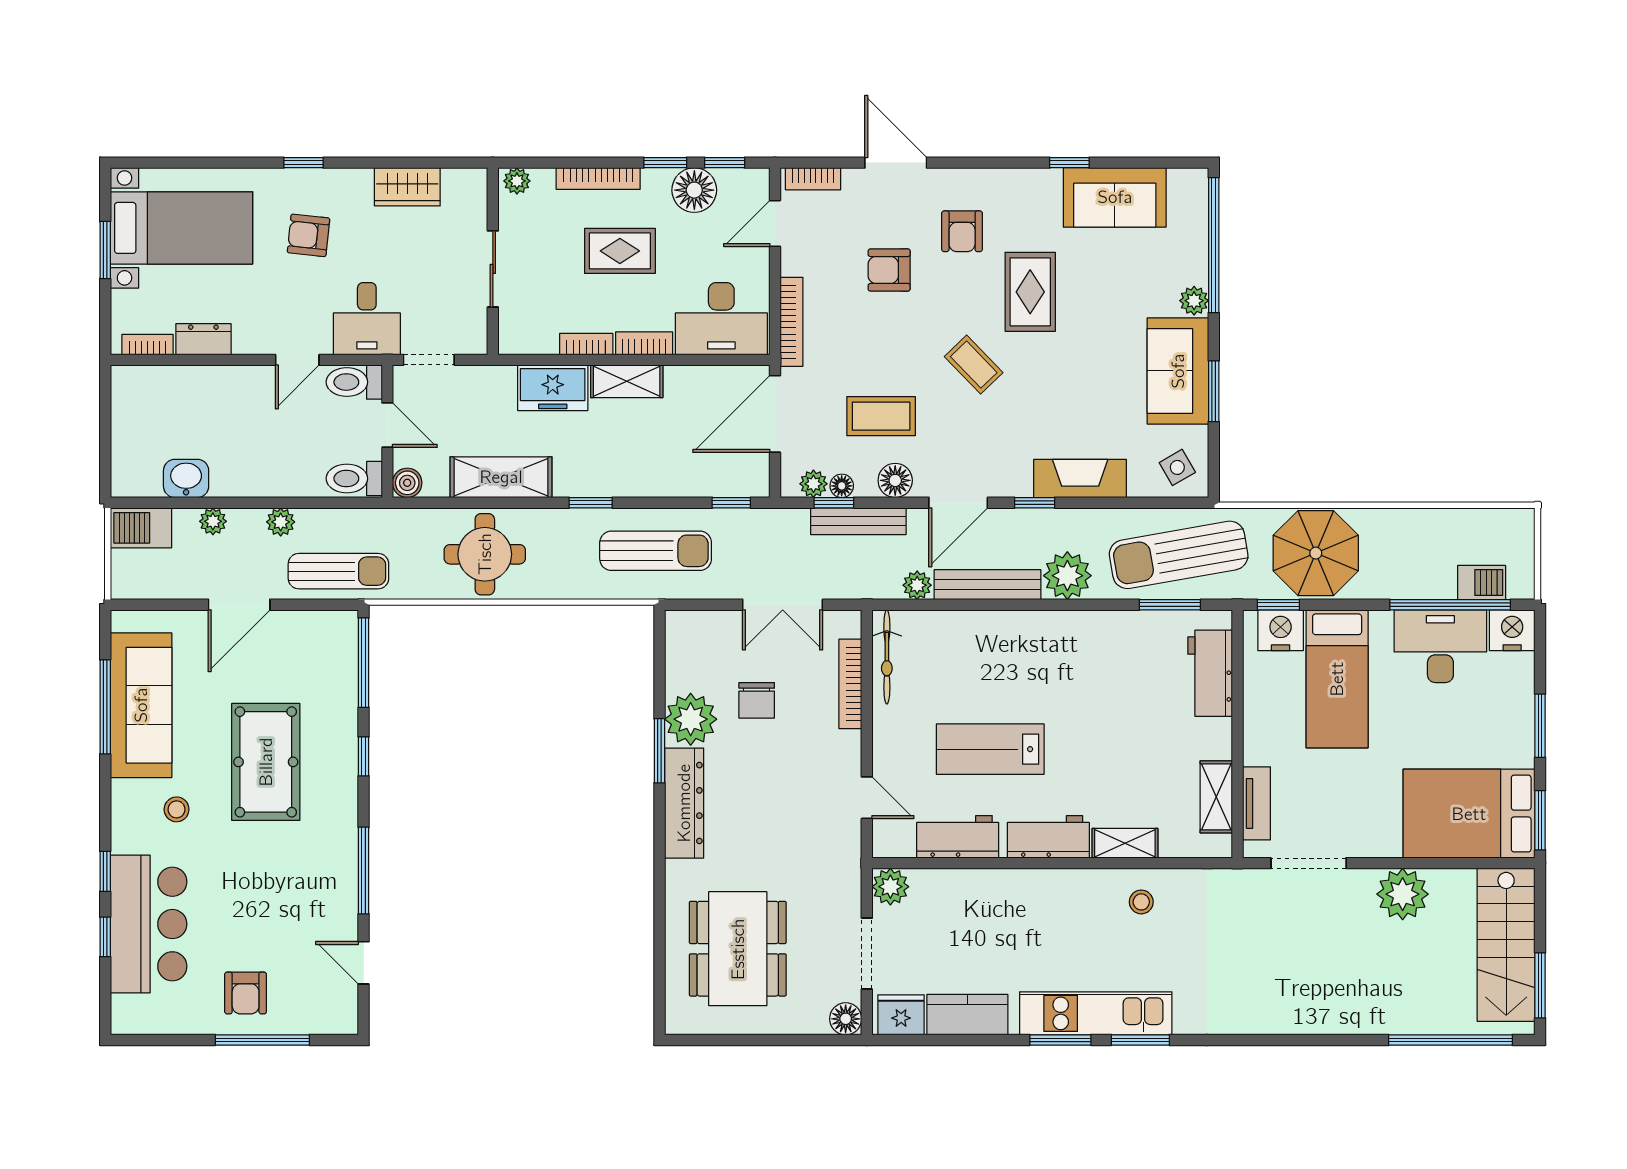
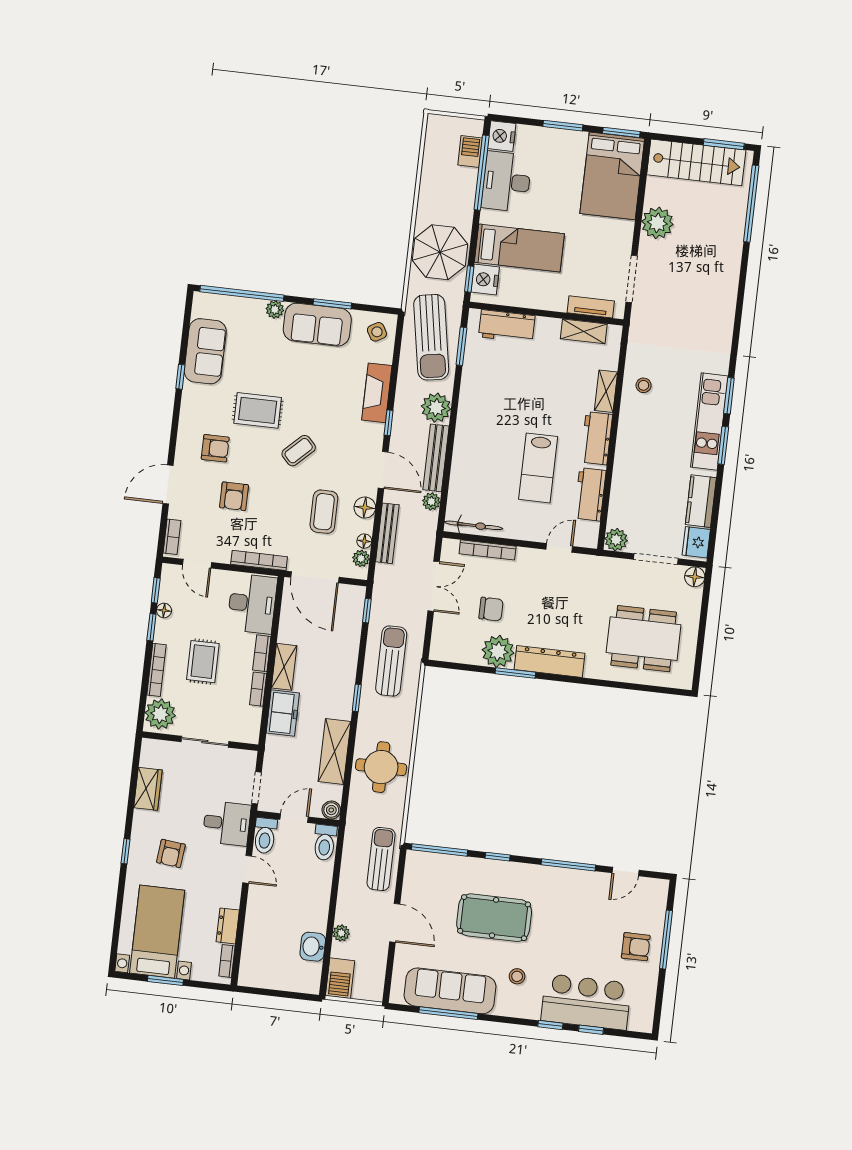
plant: (517, 181) -> (160, 714), width x1.88, depth x1.88
floor lamp: (694, 190) -> (164, 610), width x0.53, depth x0.53
window: (834, 503) -> (374, 547), removed
plant: (281, 522) -> (346, 891), removed

